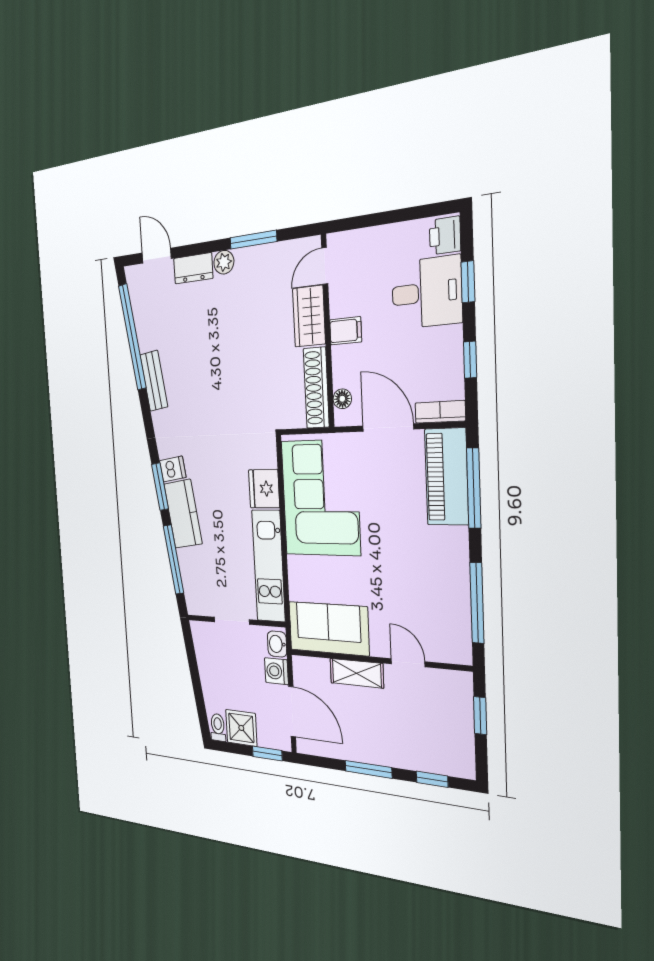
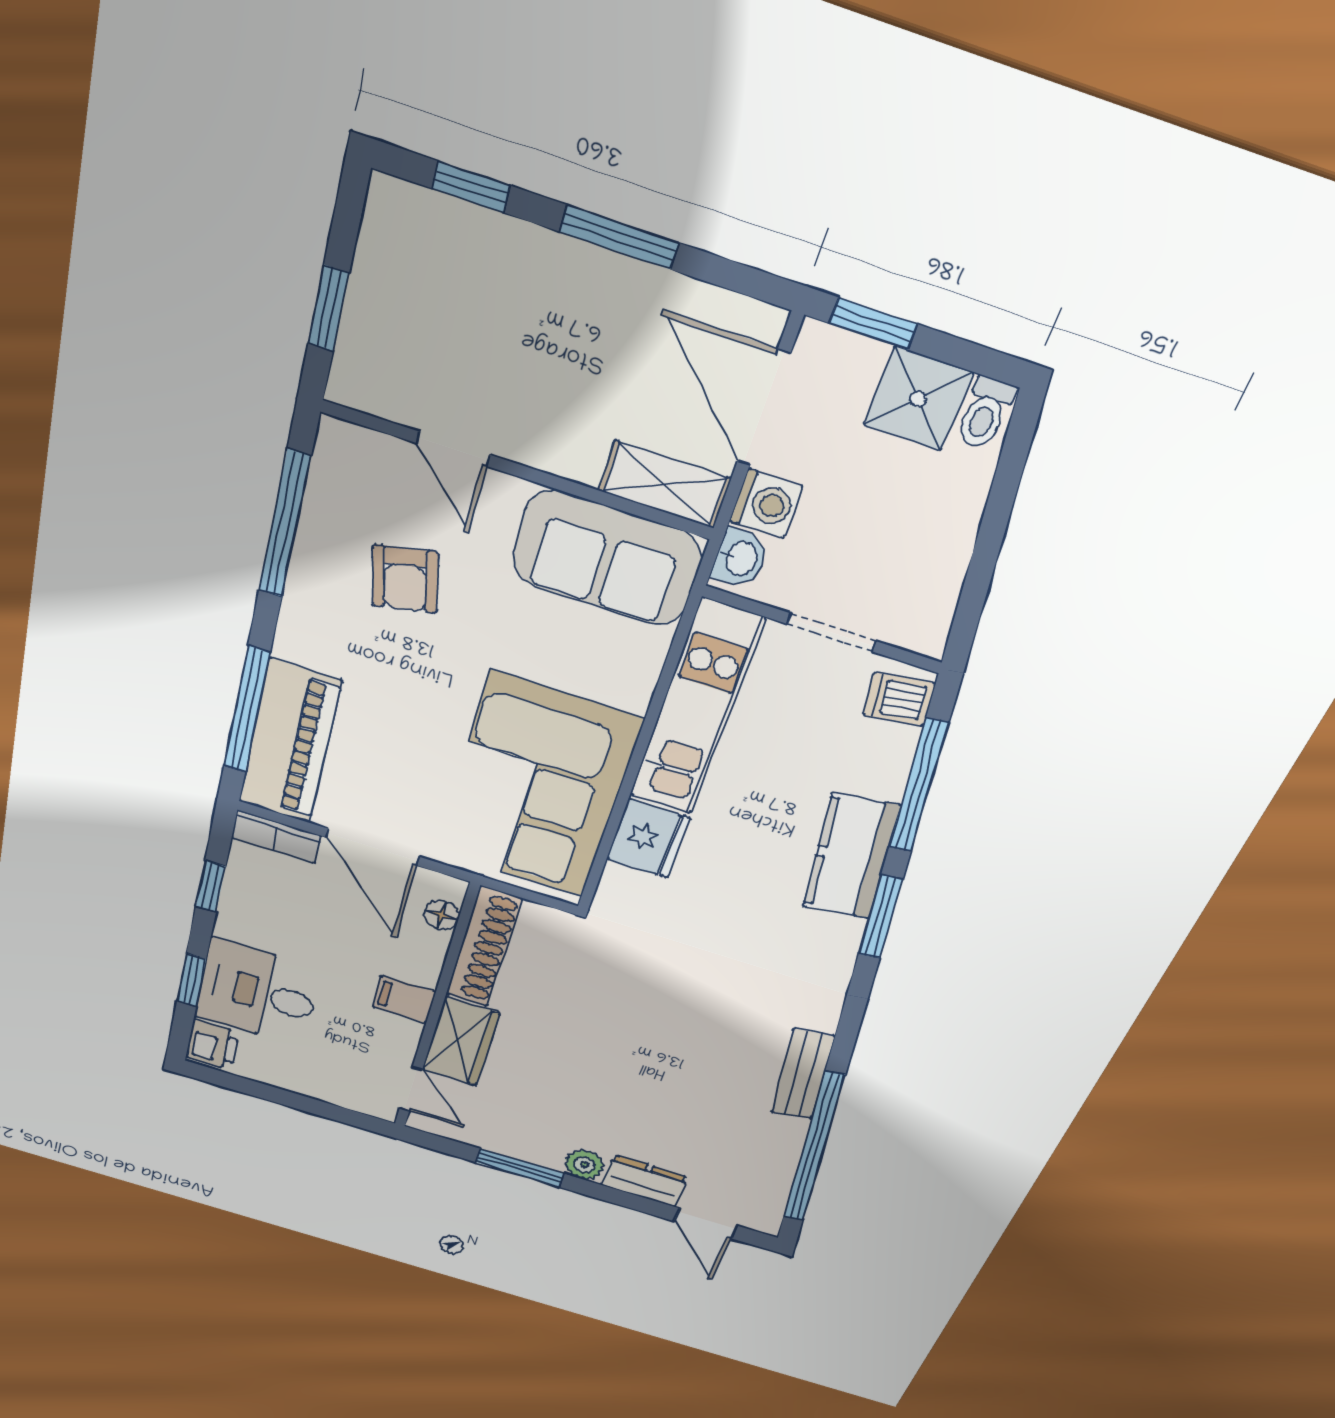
door: (325, 266) -> (411, 1089), hinge flipped
dishwasher: (173, 469) -> (899, 699), moved
armchair: (412, 591) -> (405, 579), added
shelving: (357, 673) -> (665, 485), moved

